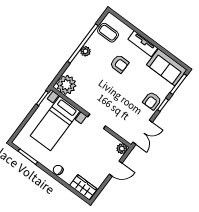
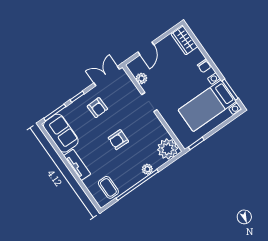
plant: (85, 51) -> (147, 169), moved
armchair: (119, 64) -> (118, 140), moved, turned -89
armchair: (152, 101) -> (97, 108), moved, turned 88
bed with nightstands: (55, 123) -> (207, 106), moved, turned 180
plant: (122, 149) -> (141, 78), moved
door: (116, 169) -> (146, 48), swing flipped

